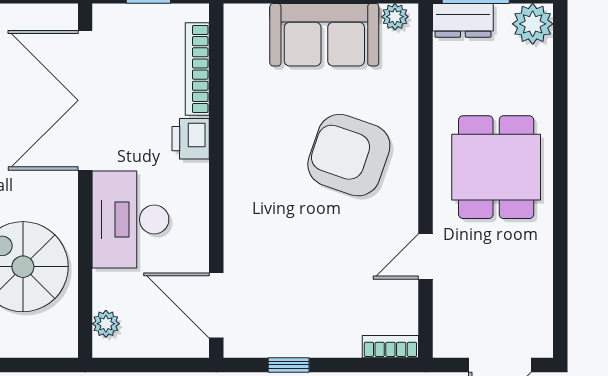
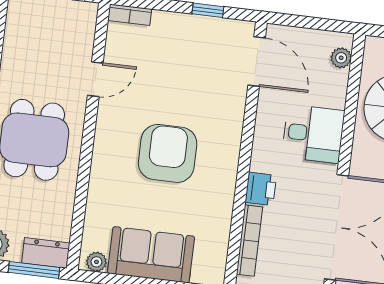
armchair: (349, 155) -> (168, 153), moved, turned -109
desk: (130, 219) -> (313, 134), width x0.73

